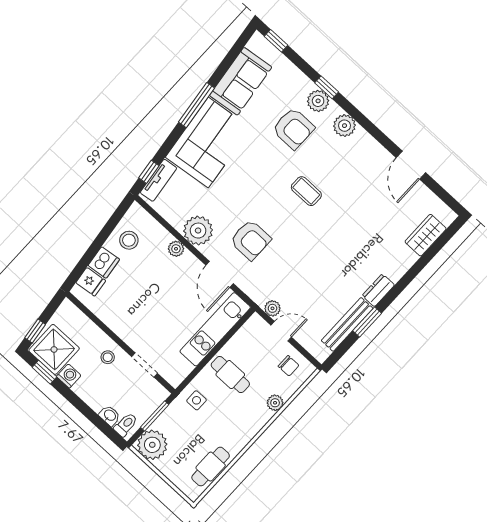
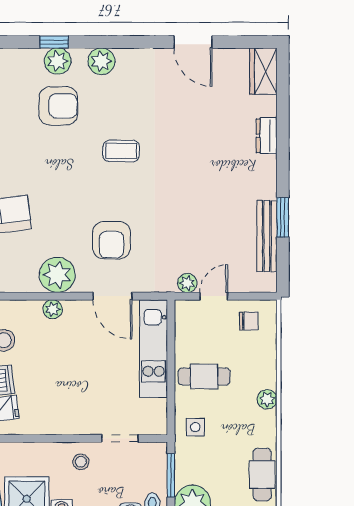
wardrobe: (426, 235) -> (263, 71), moved
armchair: (250, 240) -> (112, 240), turned 90
dresser: (378, 290) -> (267, 136), moved
plant: (275, 403) -> (267, 399), moved

